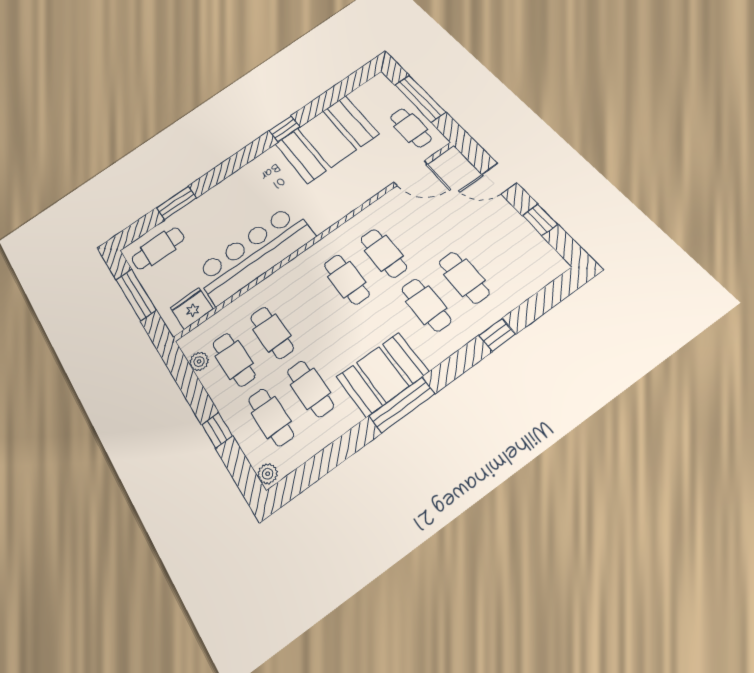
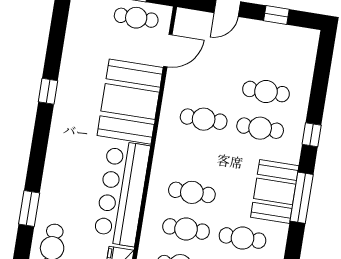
booth: (327, 139) -> (130, 102), moved
cafe table: (347, 279) -> (192, 192), moved
window: (497, 335) -> (312, 135), moved

